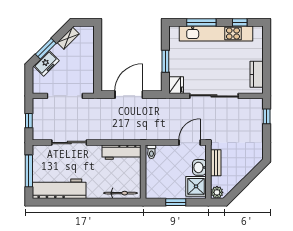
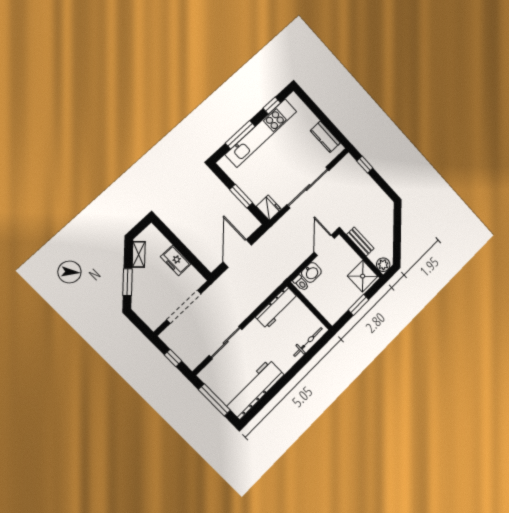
freezer: (46, 63) -> (176, 260), moved, turned 135
washbasin: (199, 167) -> (311, 272), moved, turned -90

